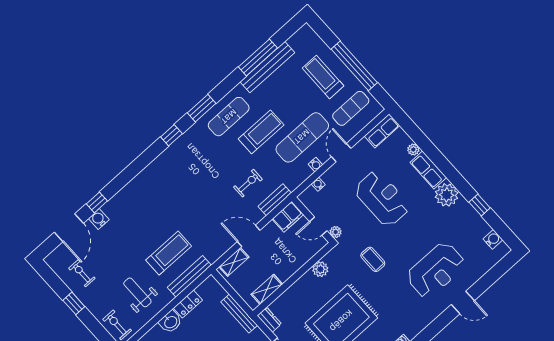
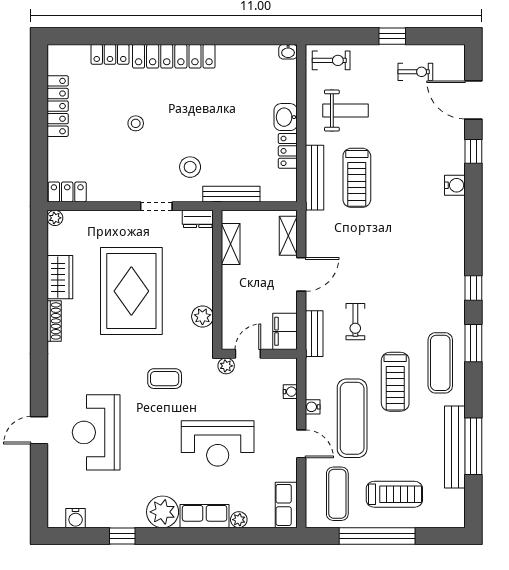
water cooler: (99, 219) -> (455, 185), moved

